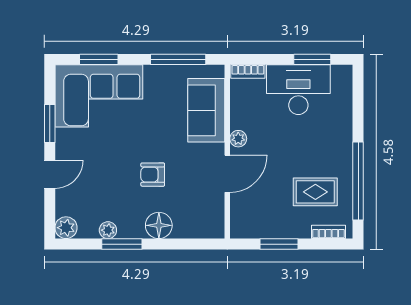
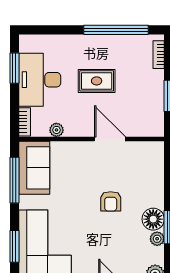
sofa: (206, 110) -> (34, 168), moved, turned -90
plant: (238, 139) -> (56, 130), moved
rug: (315, 192) -> (97, 81), moved, turned 90
floor lamp: (159, 225) -> (153, 219), moved

